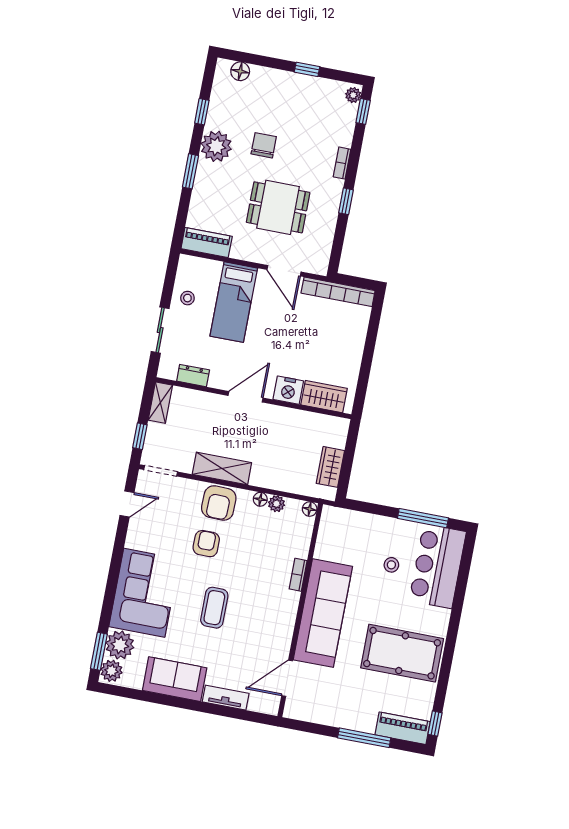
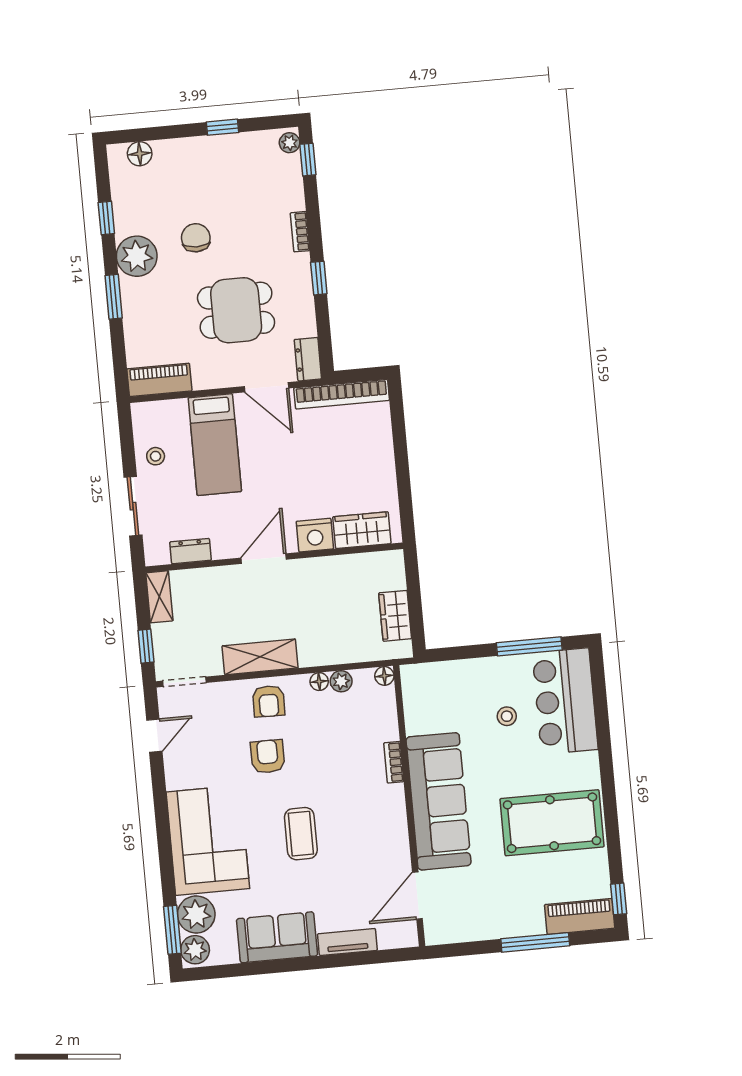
dresser: (321, 259) -> (308, 359), added
armchair: (219, 503) -> (269, 701), width x0.72, depth x0.72

